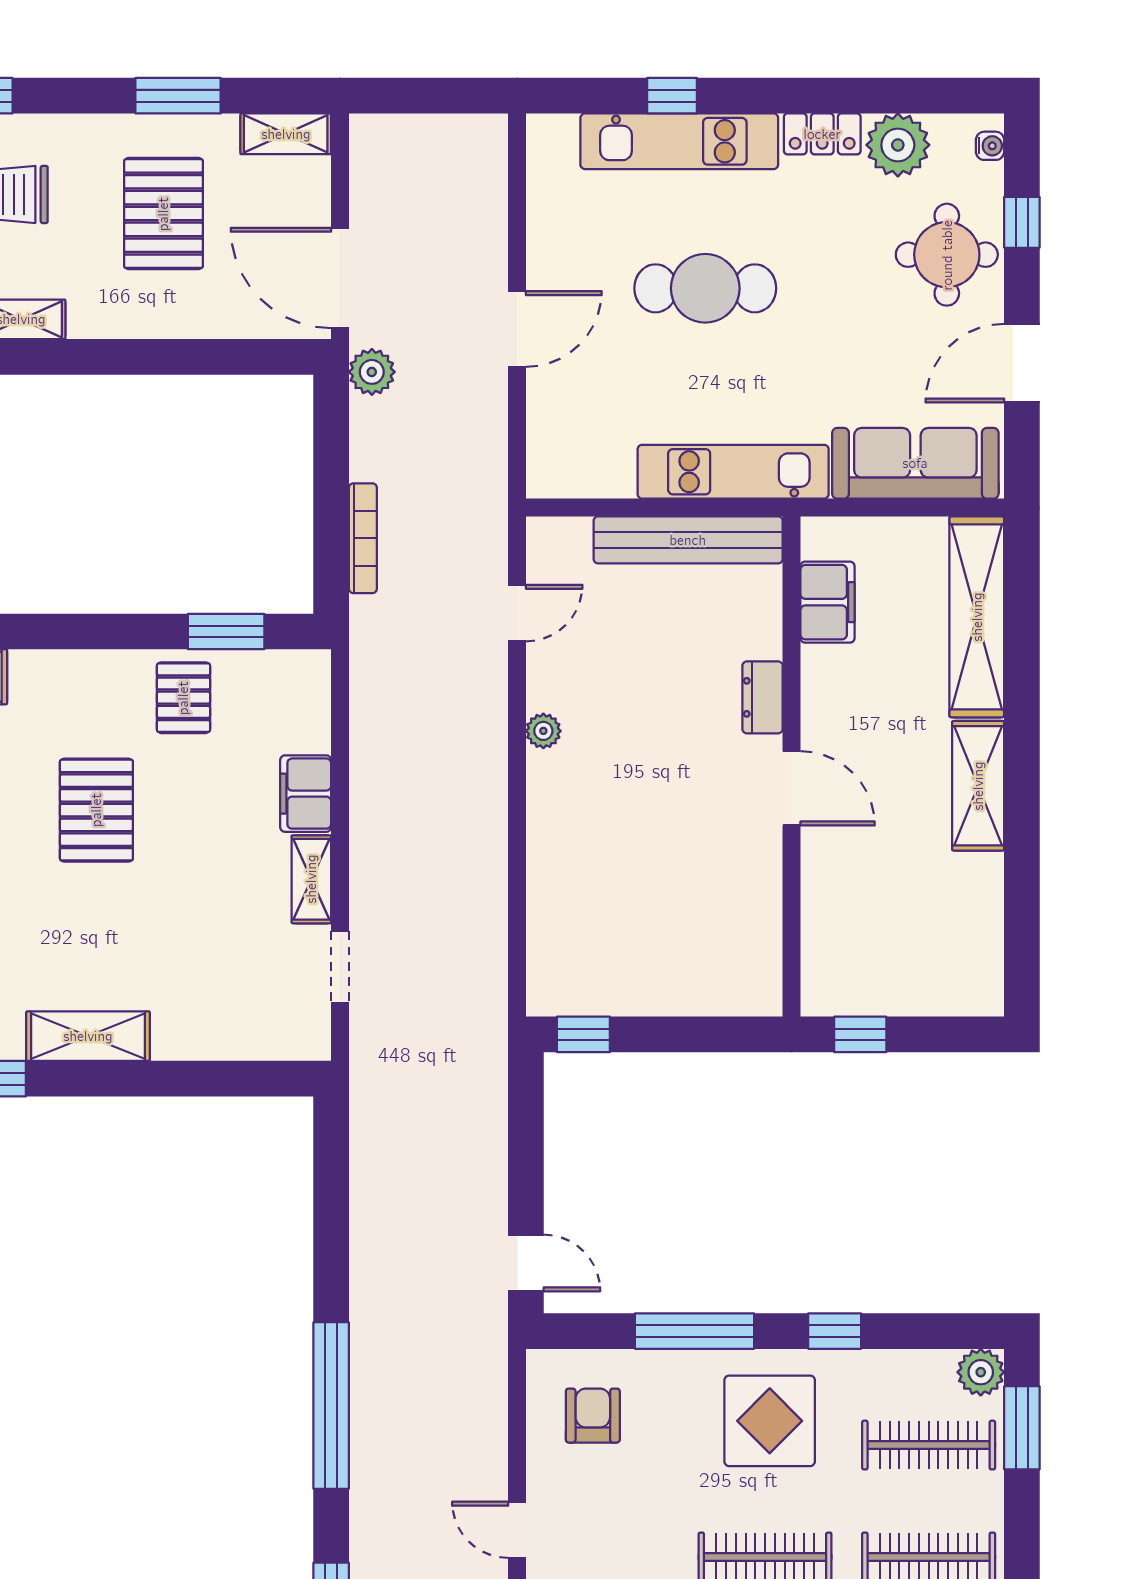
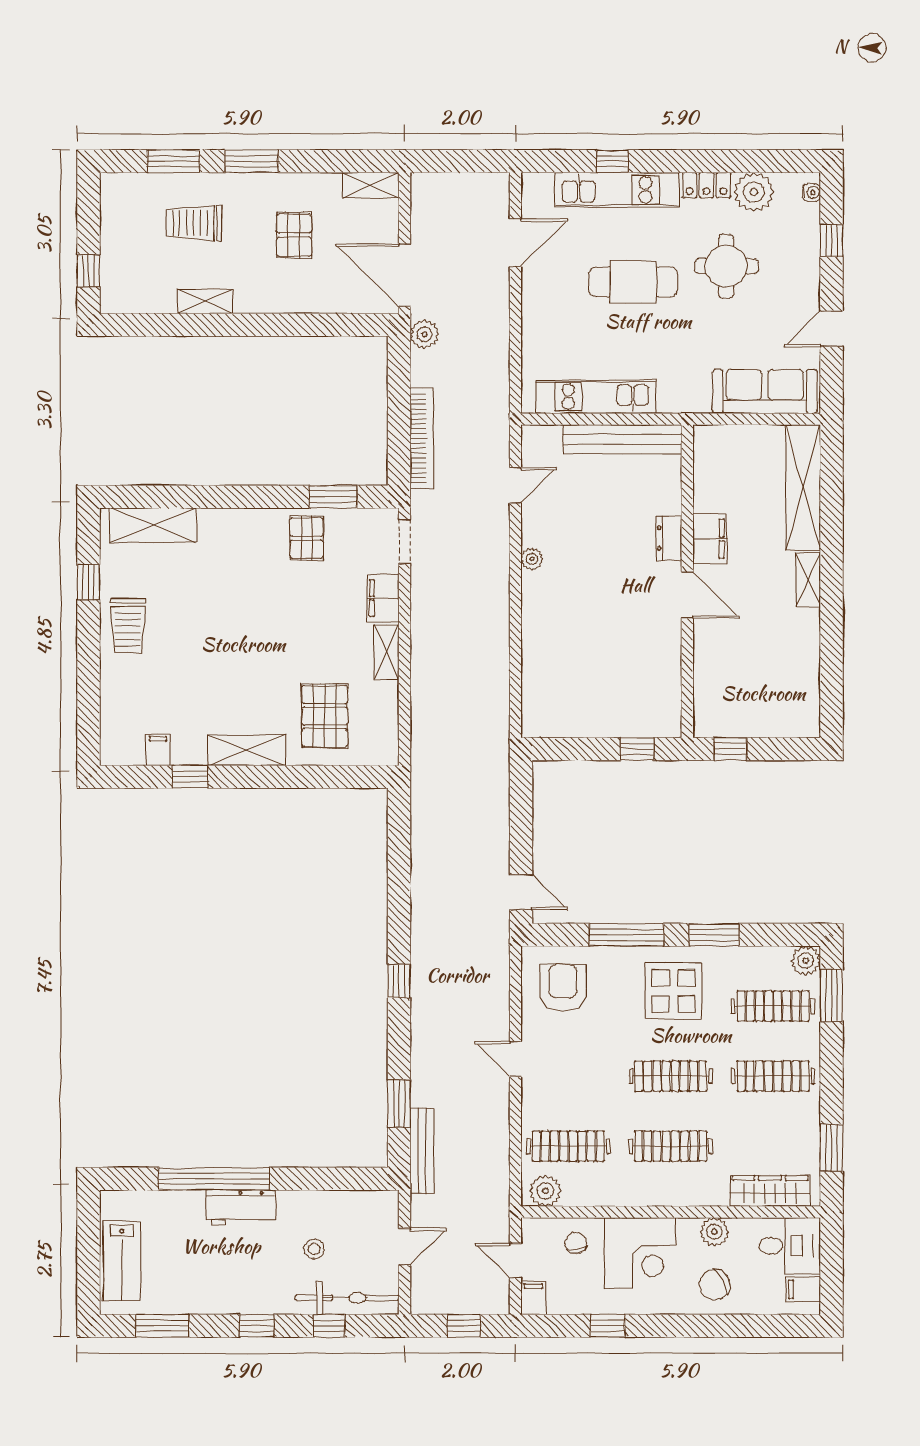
window: (178, 96) -> (252, 161), moved
pallet: (163, 214) -> (294, 235), width x0.67, depth x0.71
round table: (947, 255) -> (726, 266), moved
door: (517, 329) -> (515, 243), moved
door: (1022, 363) -> (831, 329), width x0.73
kitchen unit: (733, 472) -> (596, 397), moved
bookcase: (363, 538) -> (422, 438), width x1.48, depth x1.31
filing cabinet: (827, 602) -> (710, 539), moved
shelving: (978, 786) -> (808, 580), width x0.67, depth x0.75
pallet: (96, 810) -> (325, 716), moved
doorway: (340, 967) -> (404, 541), moved
window: (583, 1034) -> (637, 749), moved
window: (835, 1331) -> (714, 935), width x1.50
window: (331, 1405) -> (399, 981), width x0.32
armchair: (593, 1416) -> (563, 988), width x1.38, depth x1.38

